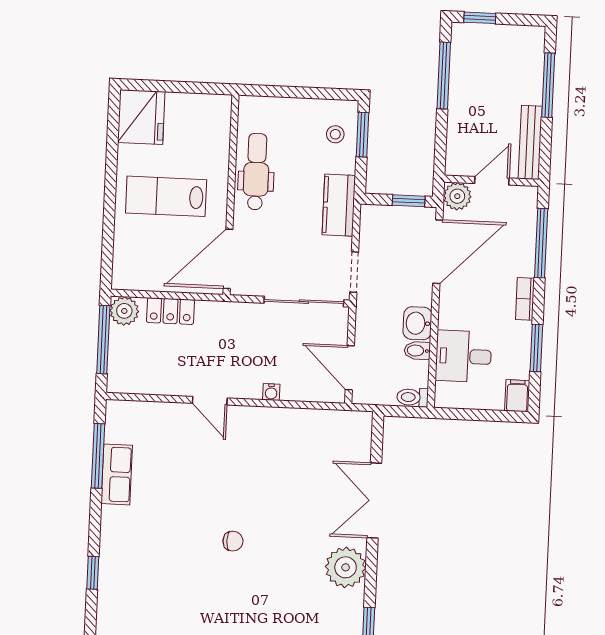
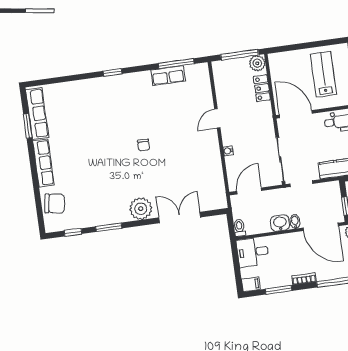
bidet: (417, 351) -> (295, 222), moved
desk: (463, 356) -> (253, 252), moved, turned -90

